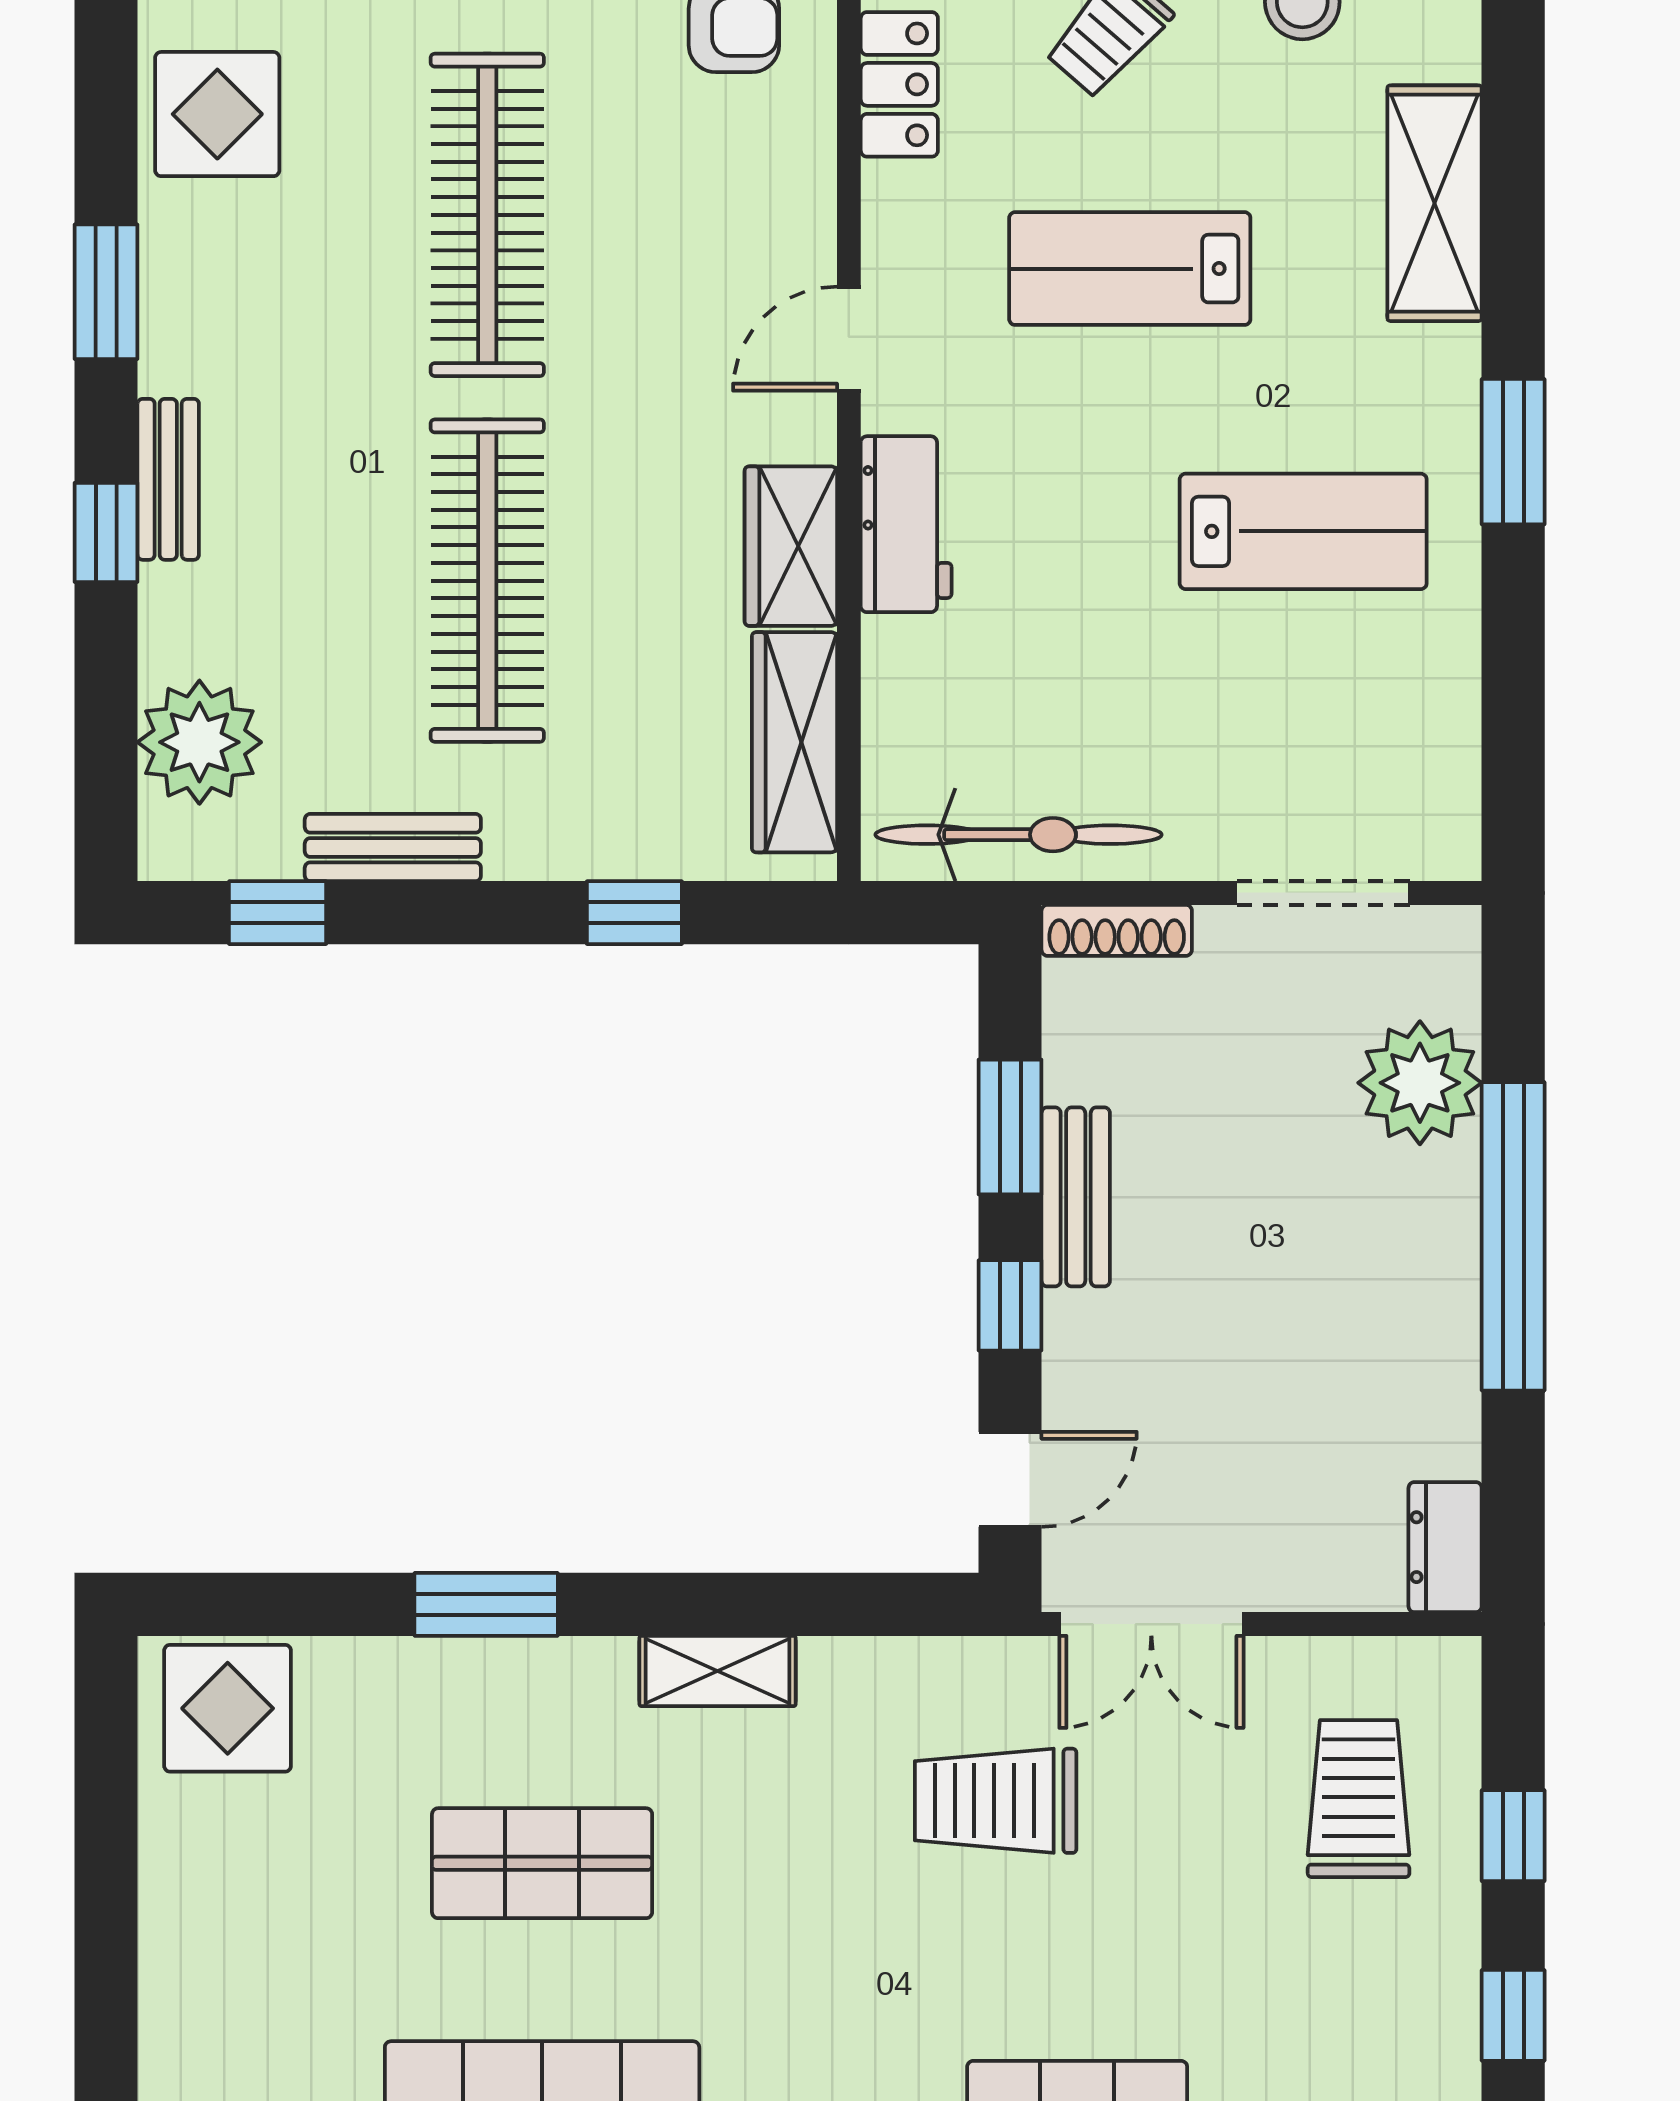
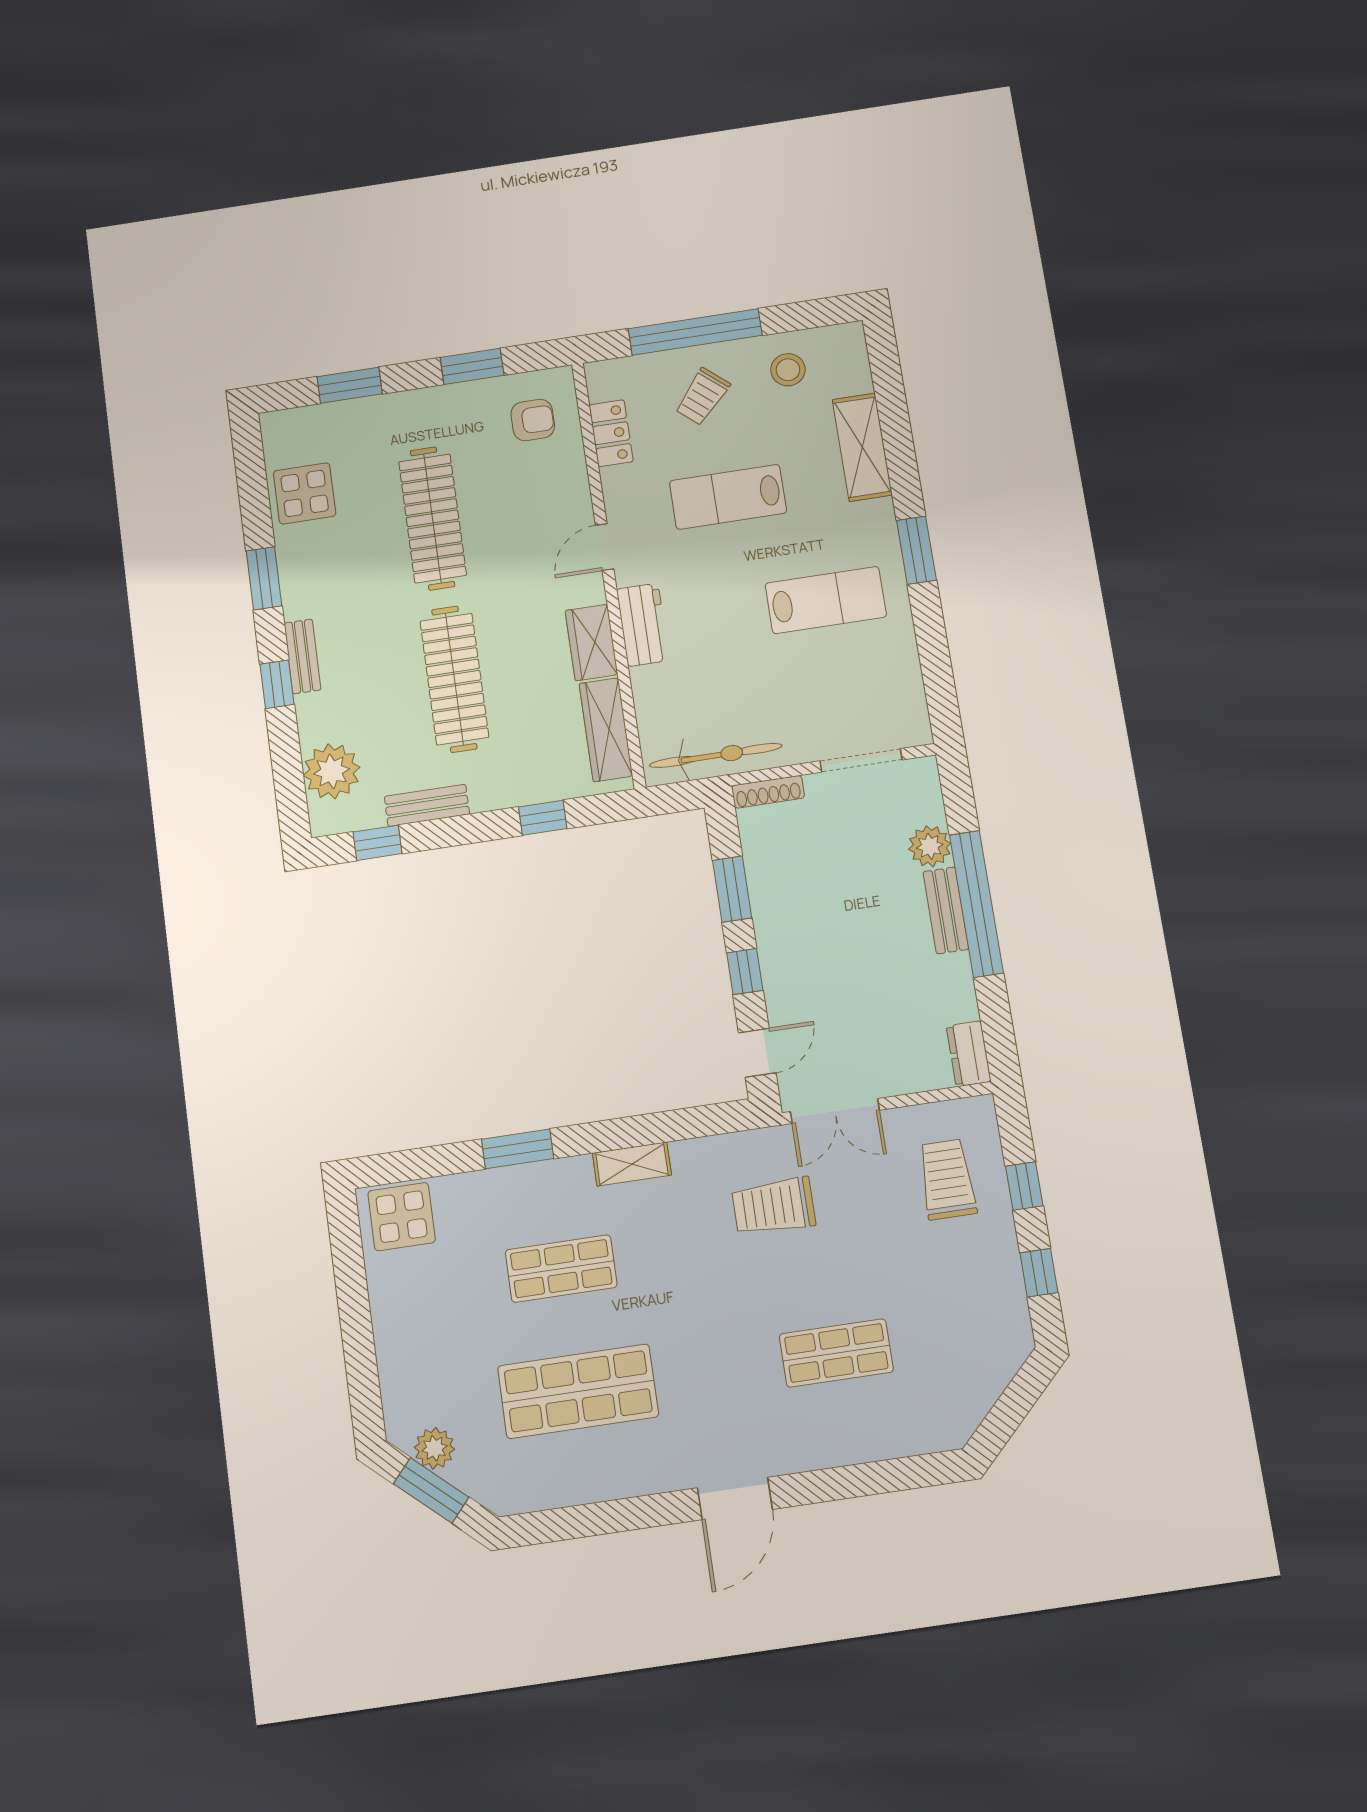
plant: (1420, 1083) -> (930, 846), width x0.73, depth x0.73
bench: (1076, 1197) -> (946, 910), moved

